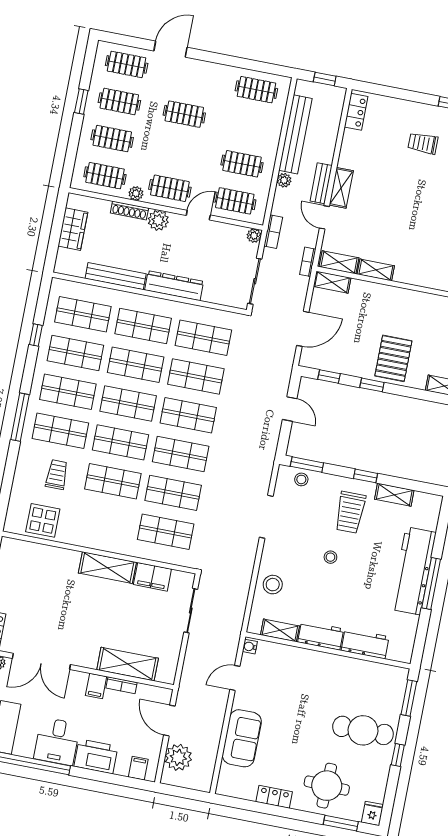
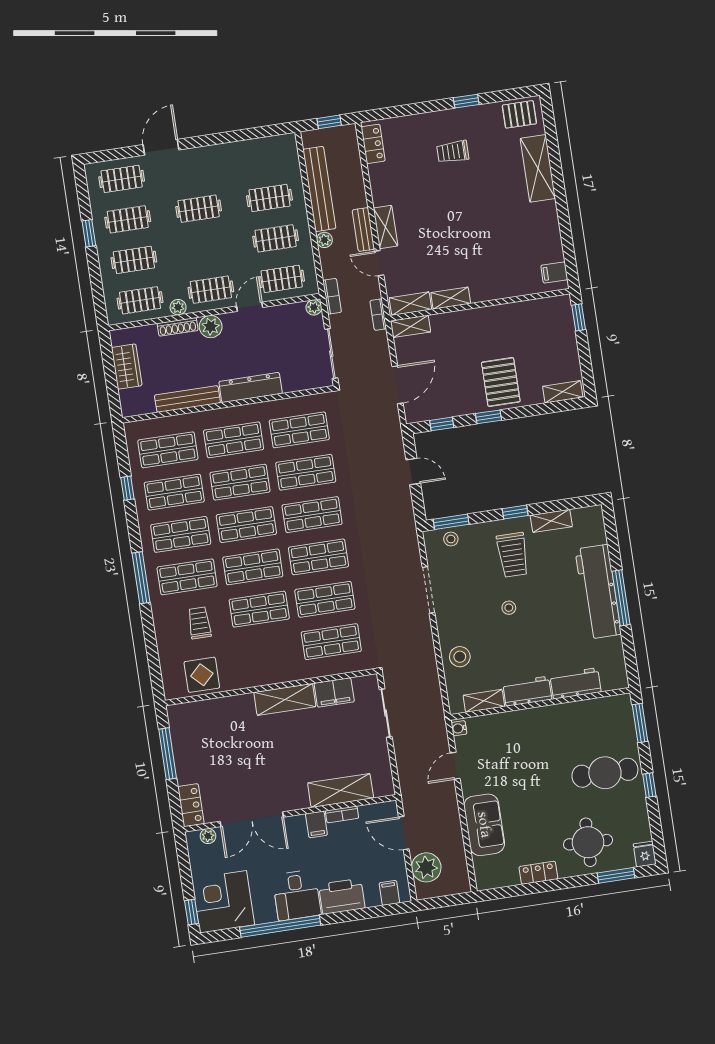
clothes rail: (256, 90) -> (269, 198), moved

